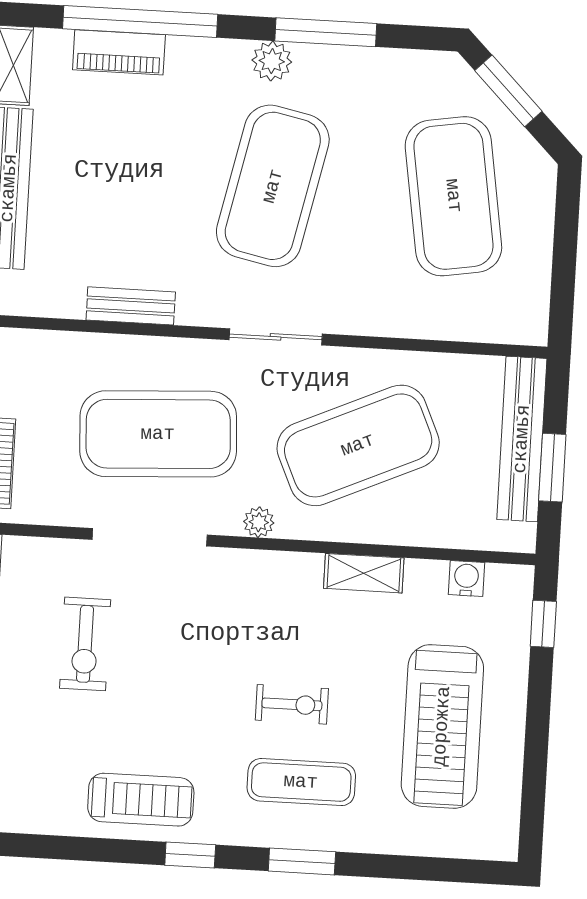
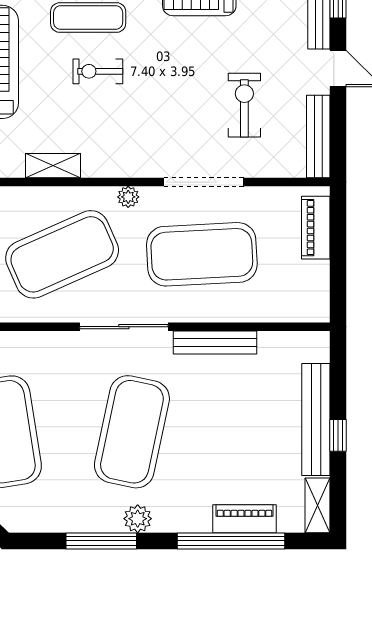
bench: (131, 306) -> (215, 342), width x1.36
sliding door: (276, 337) -> (124, 327), width x1.37

